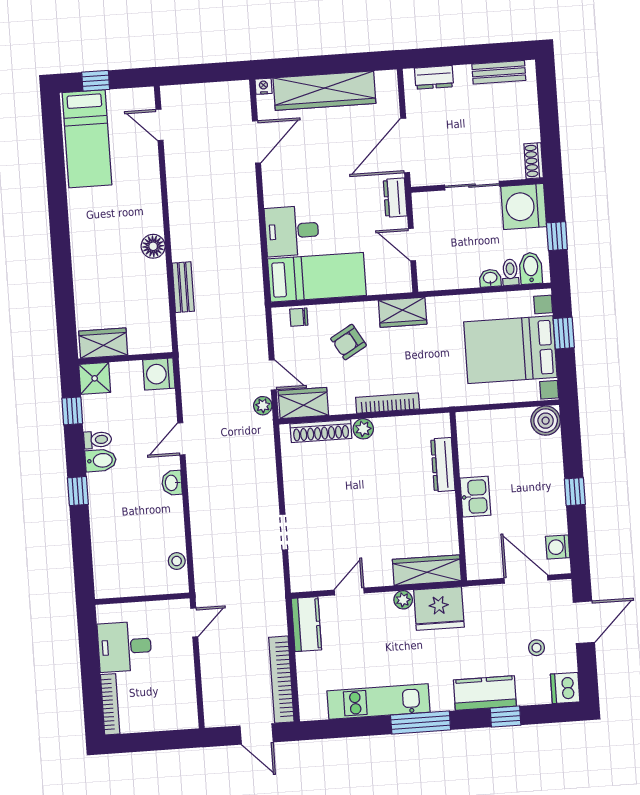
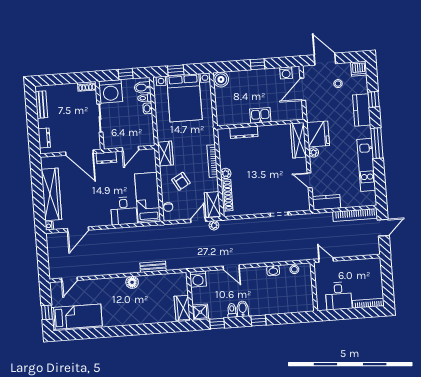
door: (256, 142) -> (78, 229), swing flipped
washbasin: (172, 483) -> (273, 271), moved

